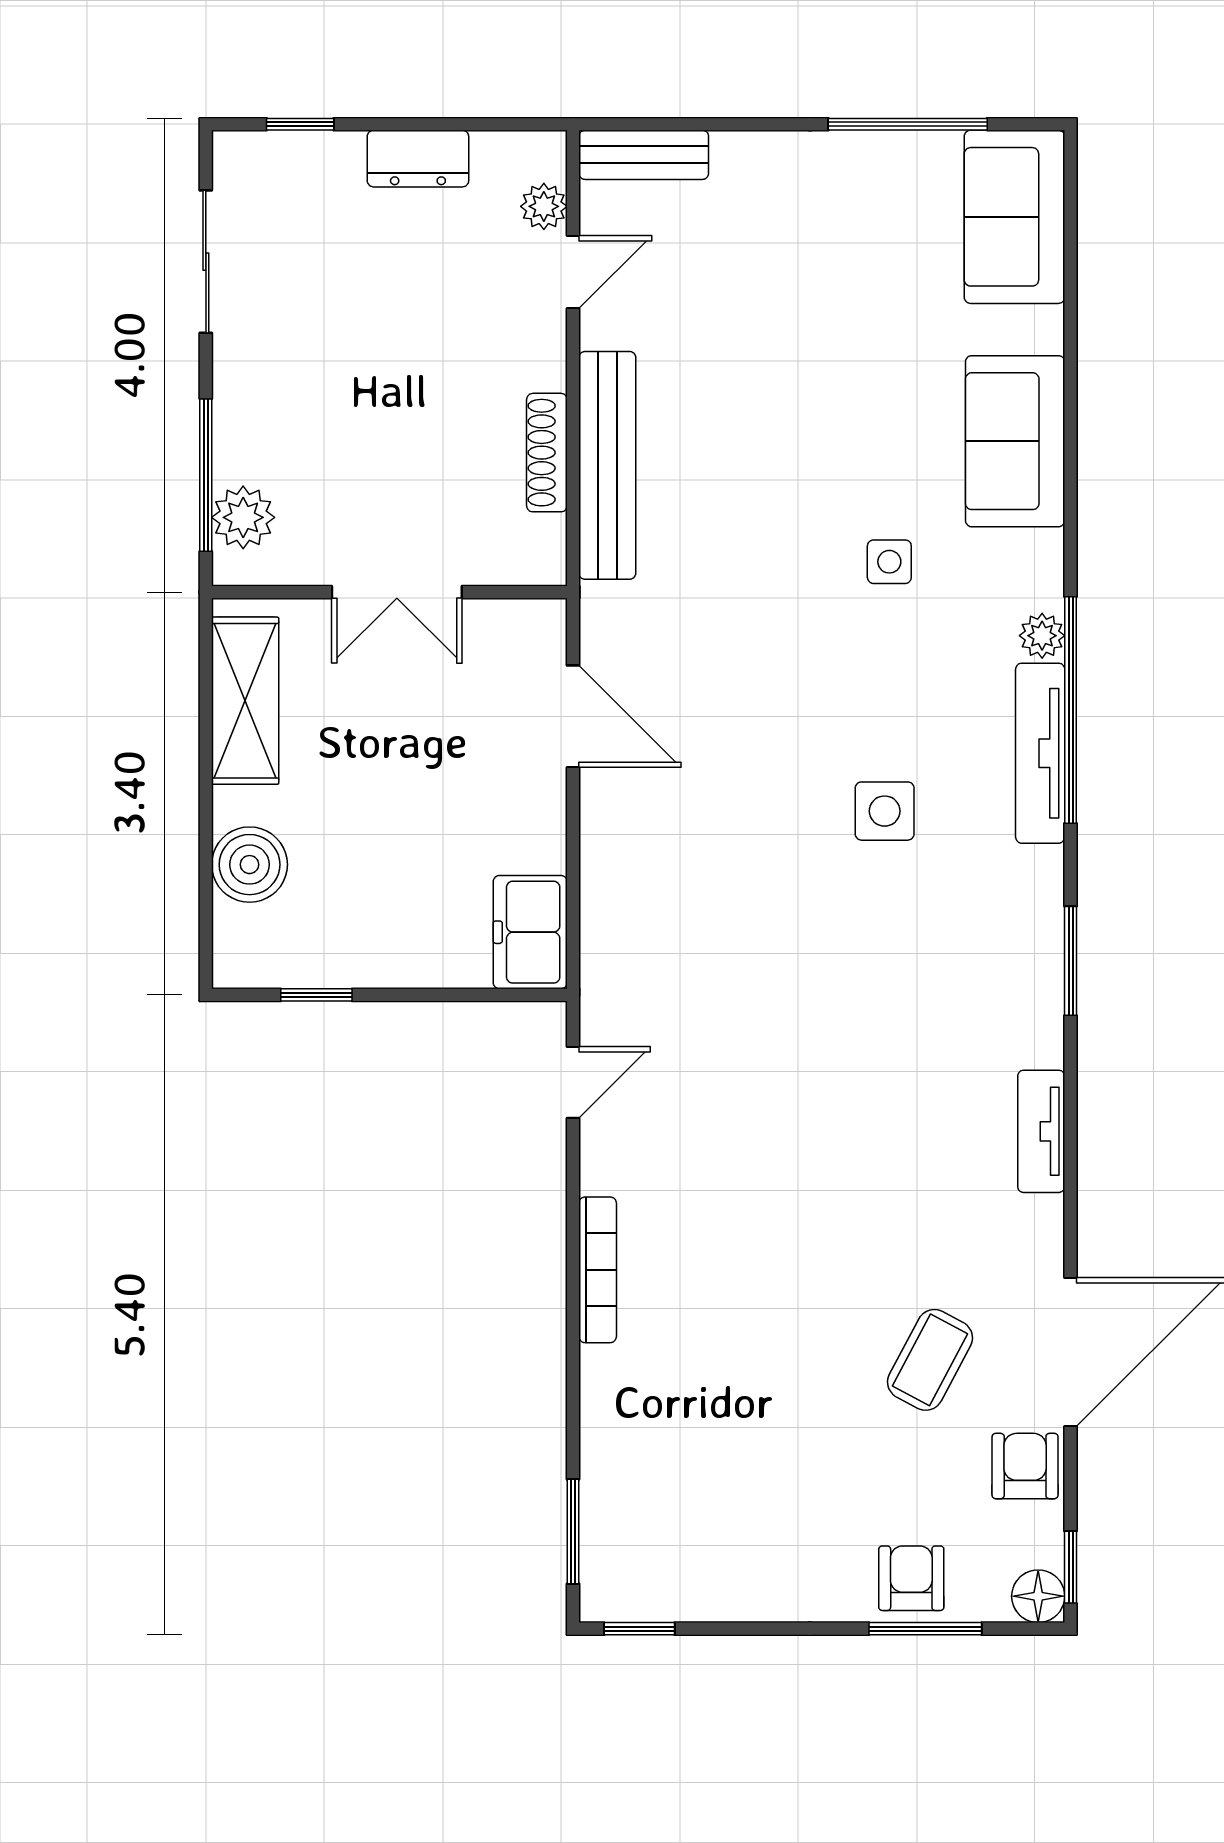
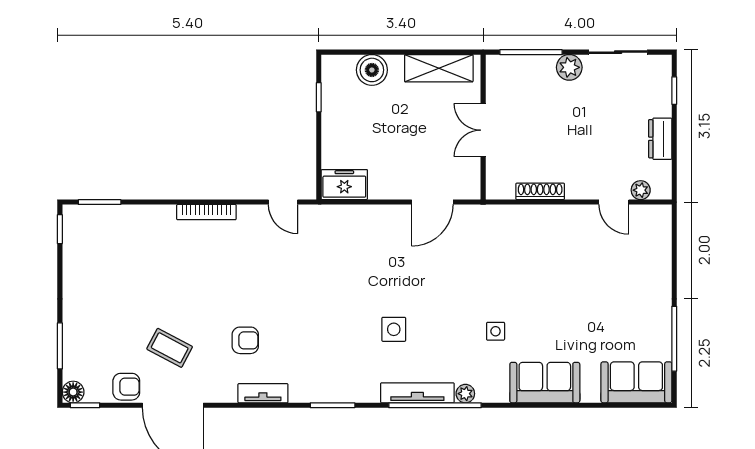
bench: (644, 155) -> (662, 231), removed
bench: (607, 465) -> (535, 216), removed
plant: (243, 517) -> (569, 67), moved
armchair: (911, 1578) -> (245, 340), moved

